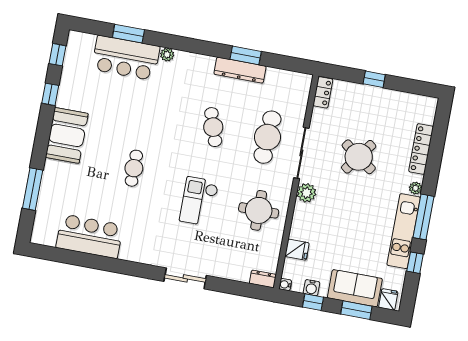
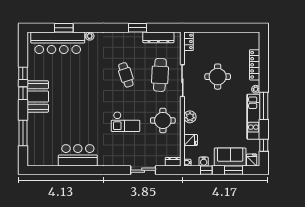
window: (58, 55) -> (23, 93), moved
bar counter: (126, 58) -> (58, 43), width x1.36
dresser: (240, 70) -> (158, 37), moved
window: (374, 79) -> (218, 28), removed
round table: (359, 157) -> (218, 77), turned -36
cafe table: (134, 168) -> (82, 109), removed
plant: (306, 193) -> (190, 117), moved
checkout: (199, 201) -> (125, 122), turned -90
bar counter: (90, 236) -> (78, 155), moved
window: (415, 263) -> (264, 145), moved
sliding door: (185, 278) -> (143, 170), moved

